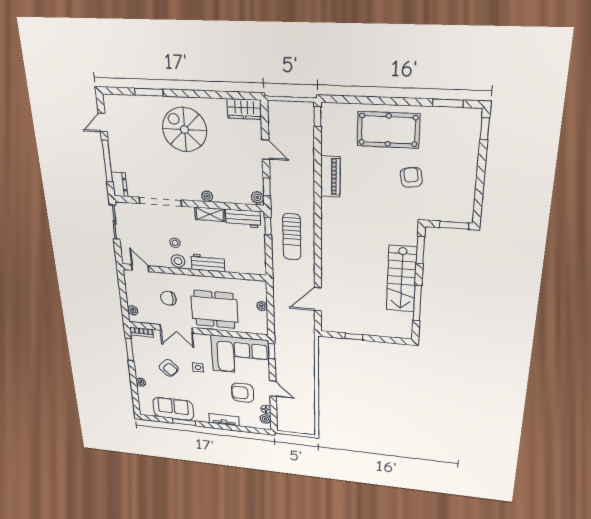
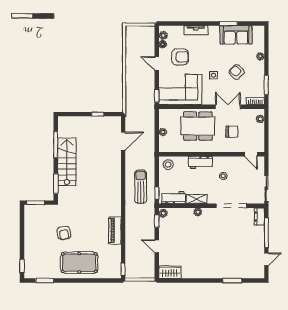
spiral stairs: (184, 130) -> (210, 257), removed
stool: (178, 261) -> (168, 164), moved

